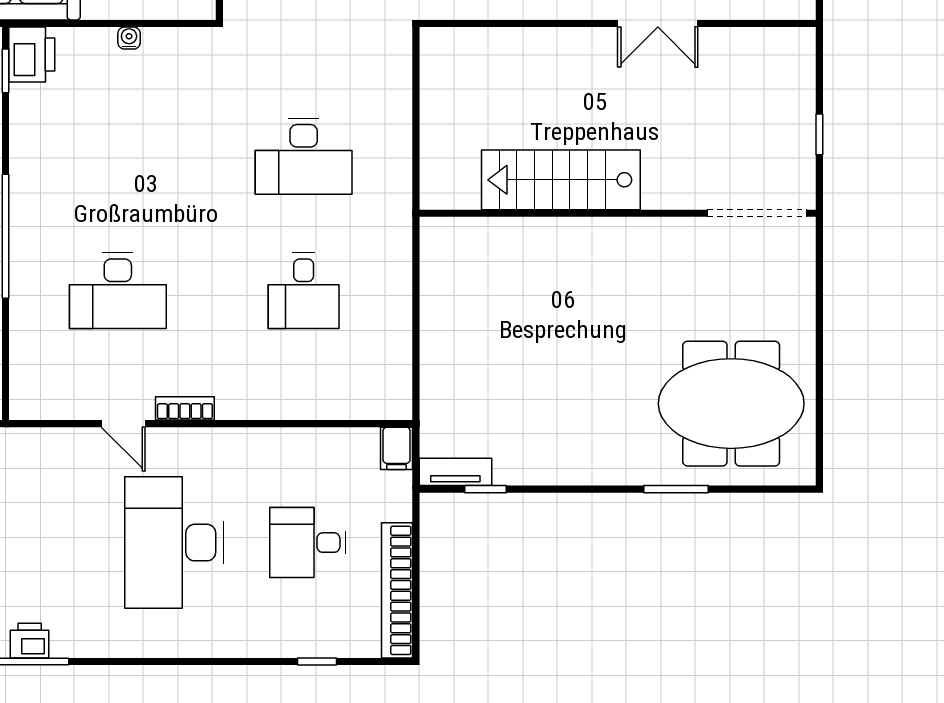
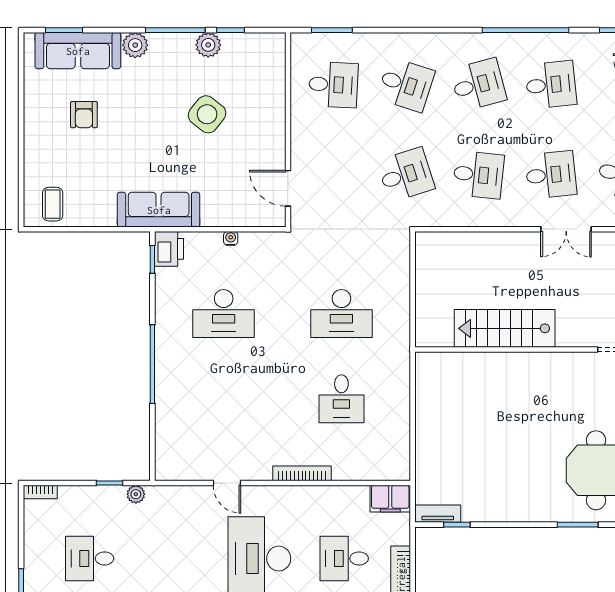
desk: (118, 291) -> (224, 313), moved
bookcase: (185, 408) -> (302, 473), moved, width x1.56
filing cabinet: (397, 448) -> (390, 499), width x2.00

